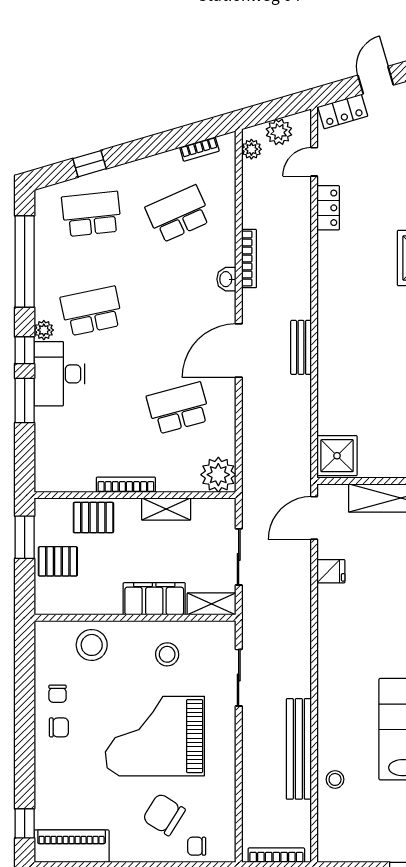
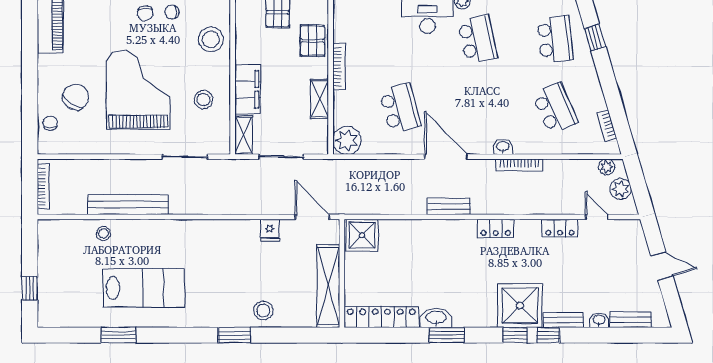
locker: (343, 112) -> (496, 228), moved, turned -74

